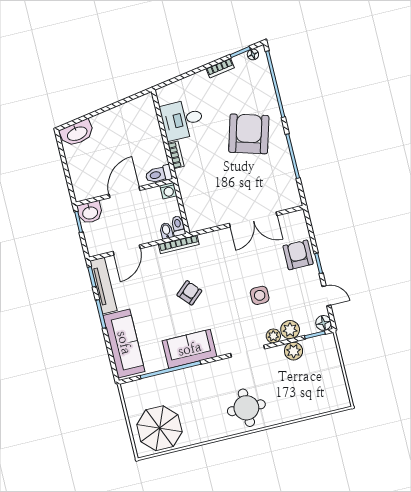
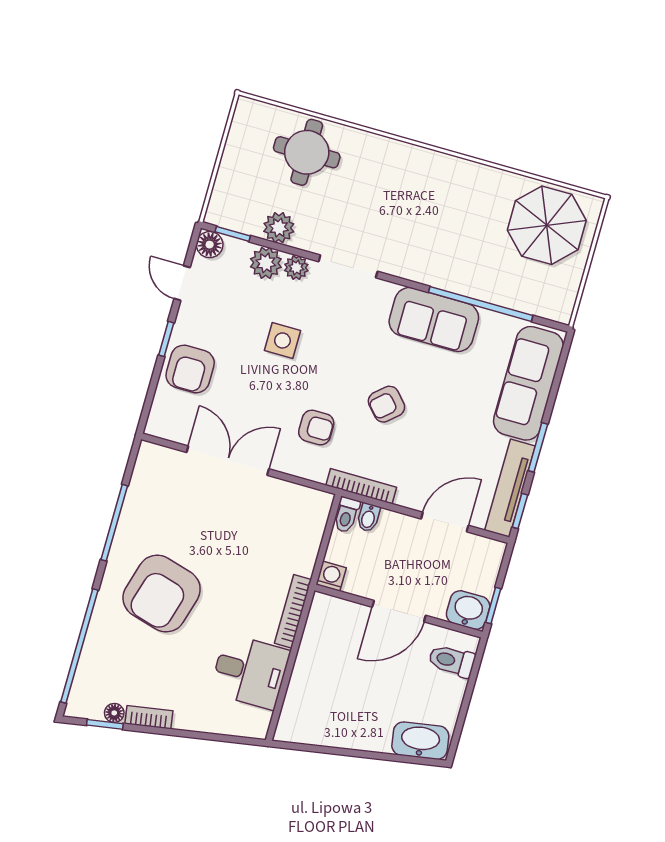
floor lamp: (253, 54) -> (114, 713), moved
bookcase: (176, 155) -> (293, 611), width x1.56
toilet: (159, 174) -> (452, 661), moved, turned 180
armchair: (218, 261) -> (316, 428), added
round table: (246, 408) -> (307, 152), moved

